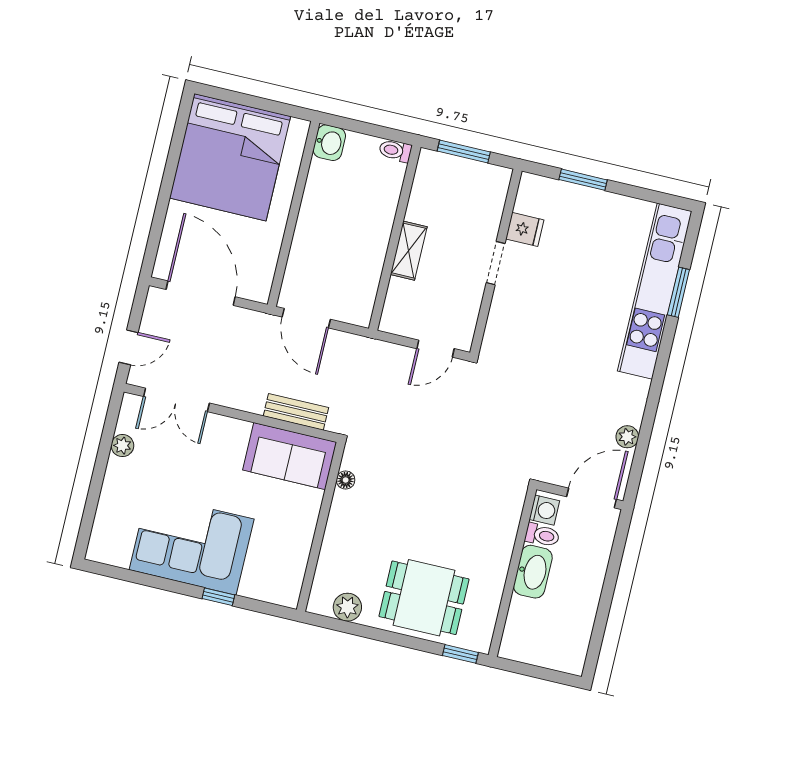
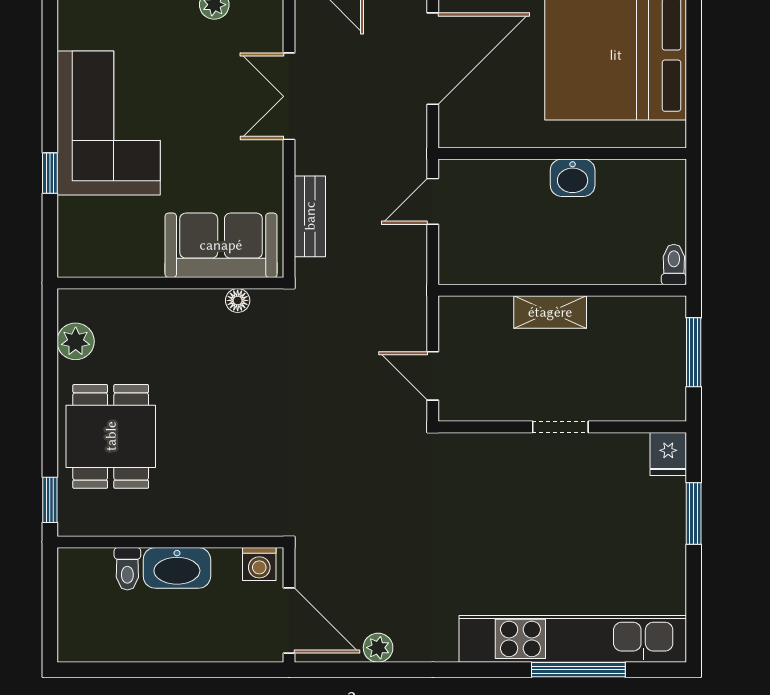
washbasin: (329, 143) -> (573, 178), moved
fridge: (525, 229) -> (668, 454), moved
window: (678, 292) -> (578, 670), width x1.44
door: (306, 318) -> (433, 201), width x0.73
double door: (176, 400) -> (289, 96), moved
sofa: (290, 456) -> (221, 245), moved, turned 90
toilet: (542, 535) -> (127, 569), moved

